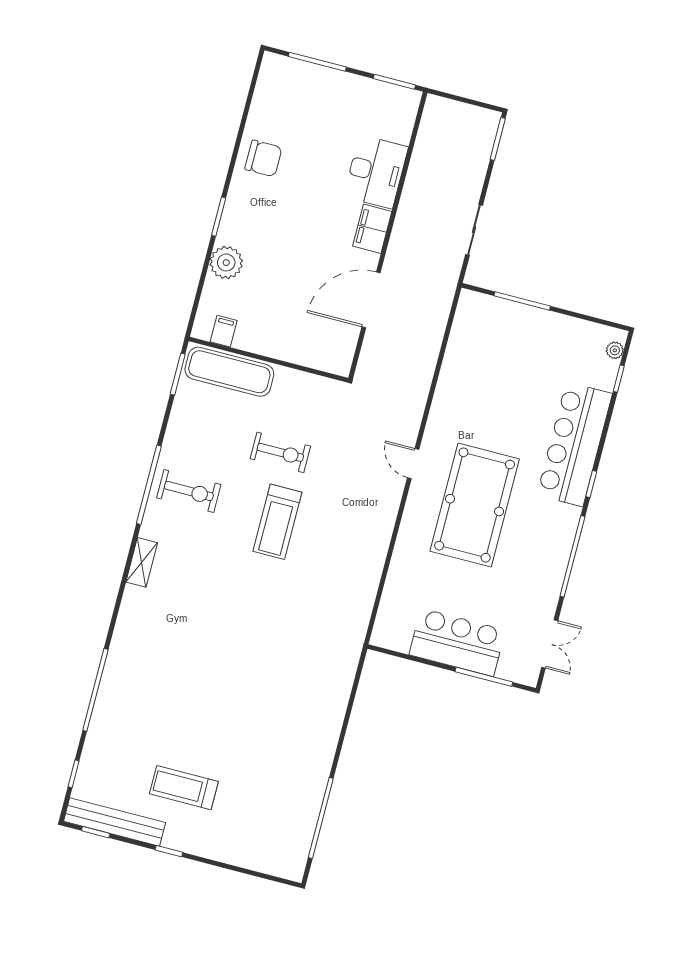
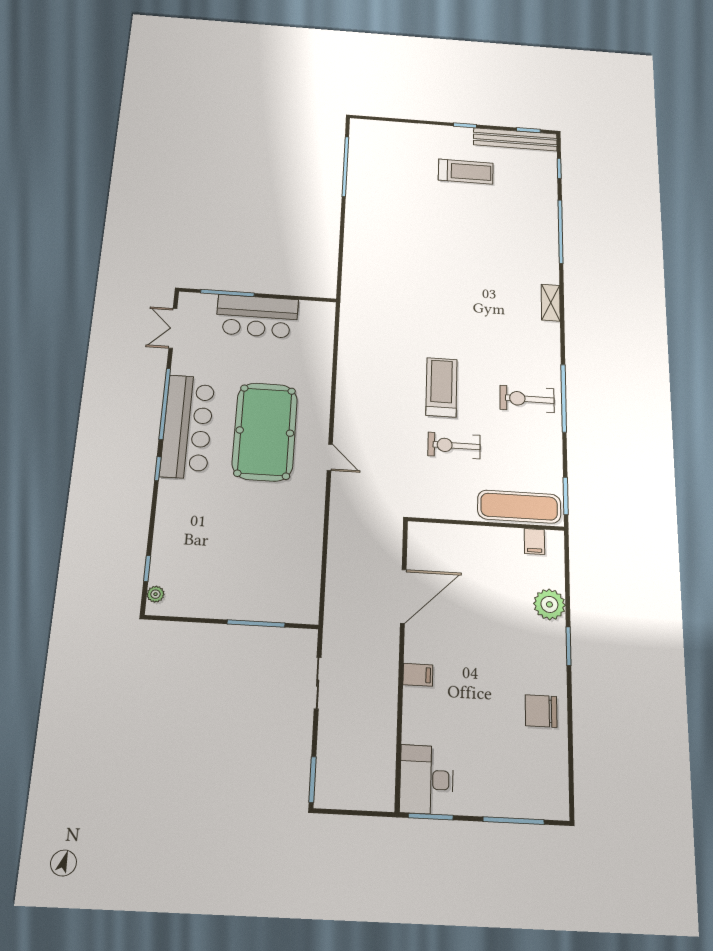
desk: (376, 172) -> (427, 780), moved
filing cabinet: (372, 229) -> (418, 675), width x0.50
bar counter: (575, 444) -> (188, 427), moved
shelving: (142, 562) -> (551, 303), moved

